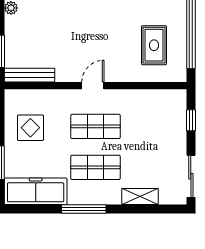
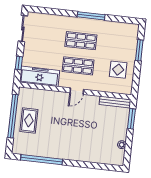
rug: (154, 45) -> (29, 120), moved
freezer: (36, 191) -> (40, 76), moved, turned 180
shelving: (140, 196) -> (56, 20), removed

